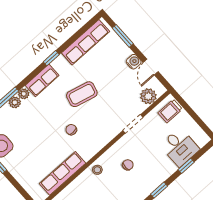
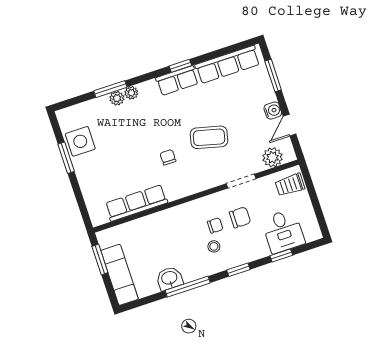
row of seats: (42, 80) -> (177, 81), moved
coffee table: (82, 94) -> (209, 137), moved
chair: (144, 151) -> (240, 217), added
stool: (97, 170) -> (214, 246), moved

